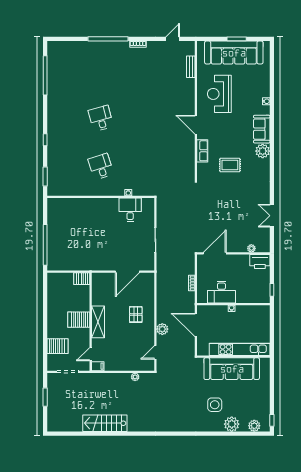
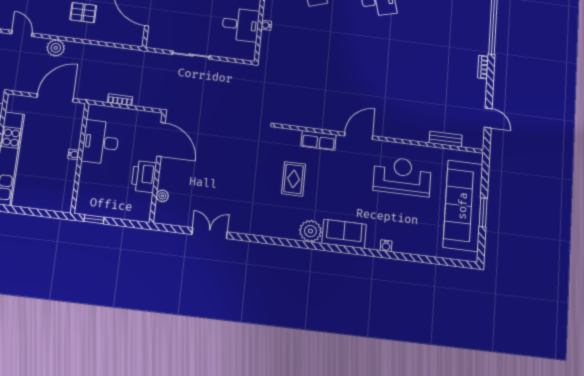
printer: (260, 262) -> (144, 176), moved

